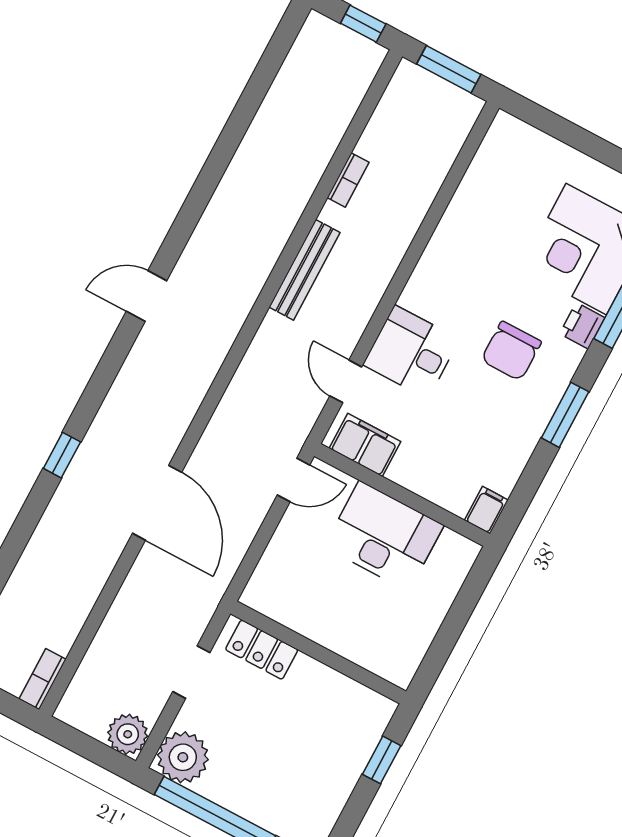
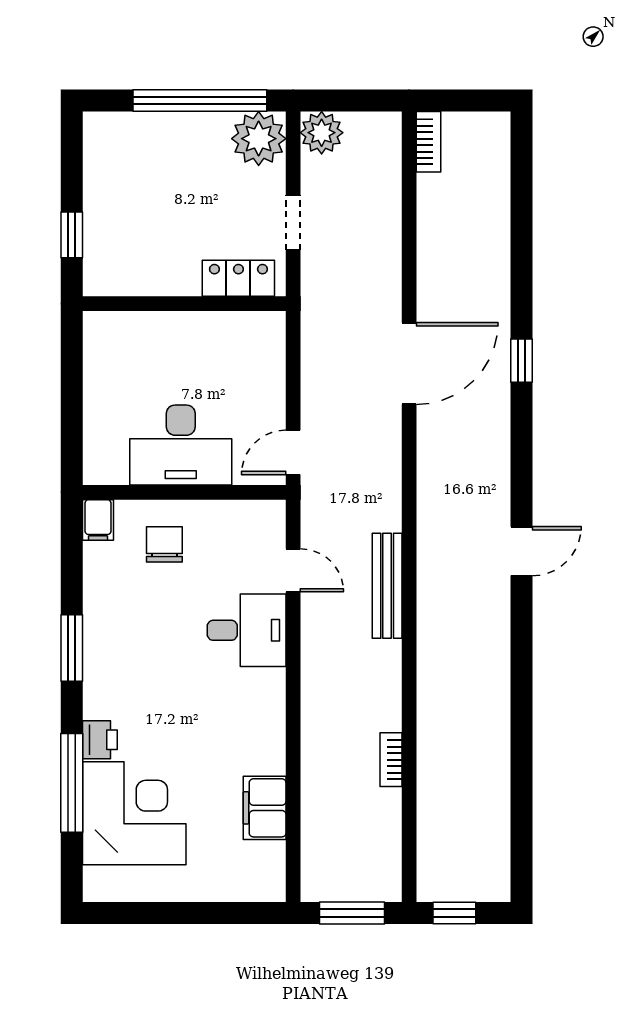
bench: (304, 270) -> (387, 586), moved
chair: (511, 351) -> (164, 544), moved, width x0.73, depth x0.73
filing cabinet: (365, 445) -> (265, 808), moved, turned 90
door: (157, 503) -> (409, 363), swing flipped

